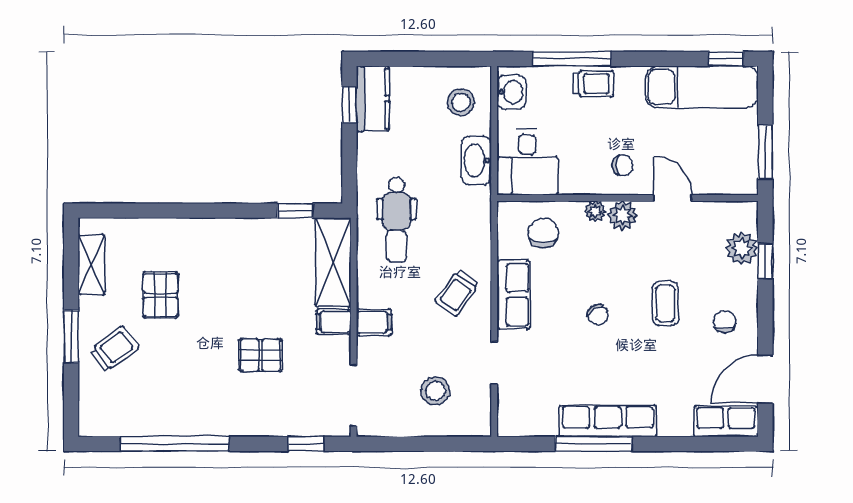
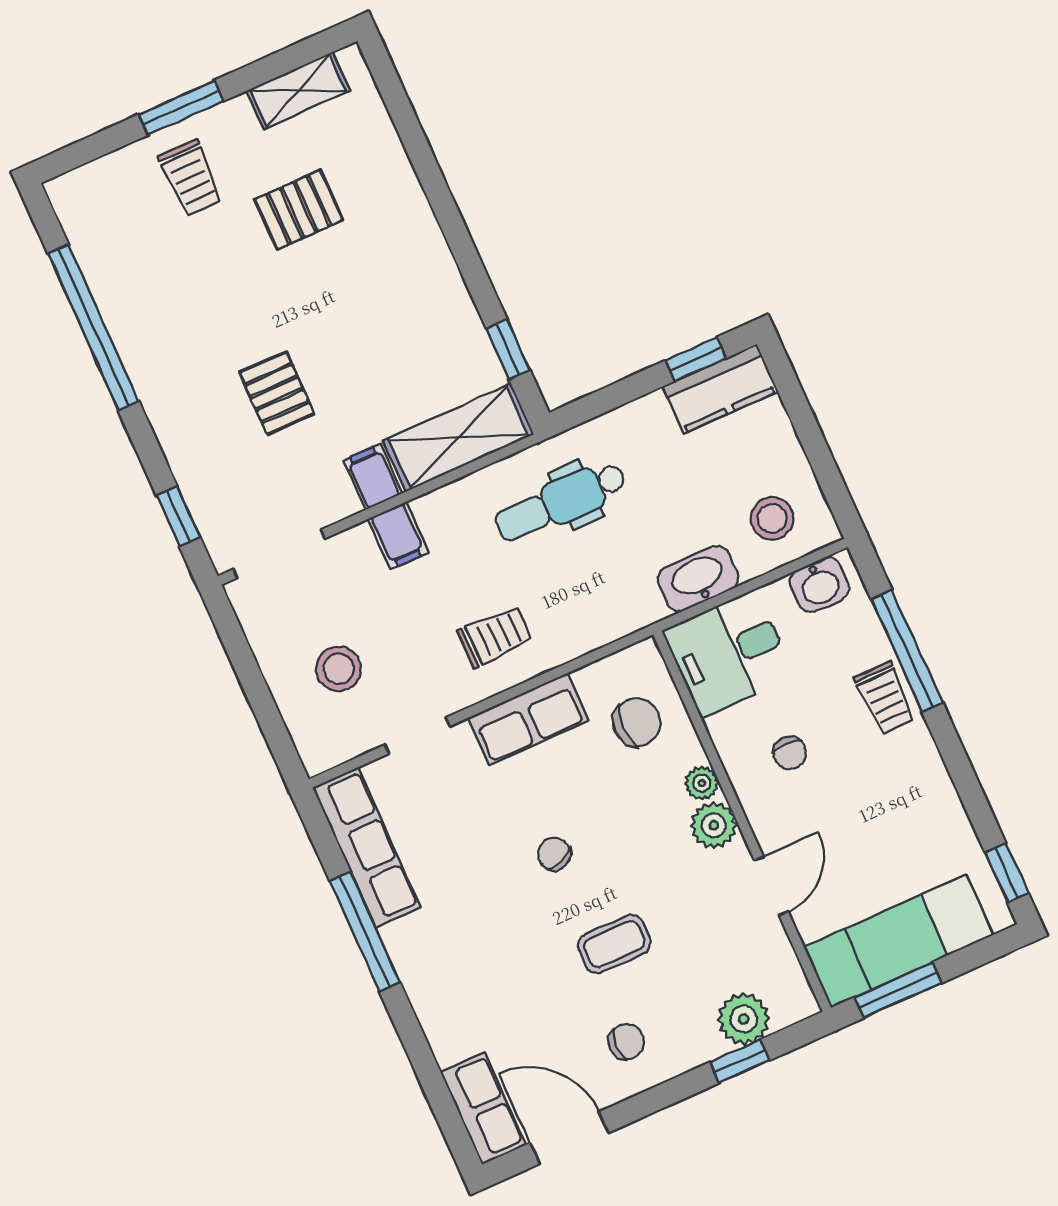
exam couch: (702, 87) -> (899, 941), moved, turned 90
chair: (623, 165) -> (790, 753), moved
trolley: (457, 293) -> (495, 637), turned 144
chair: (598, 315) -> (554, 854), turned 103
trolley: (114, 349) -> (191, 178), turned 37
row of seats: (608, 421) -> (367, 848), moved

